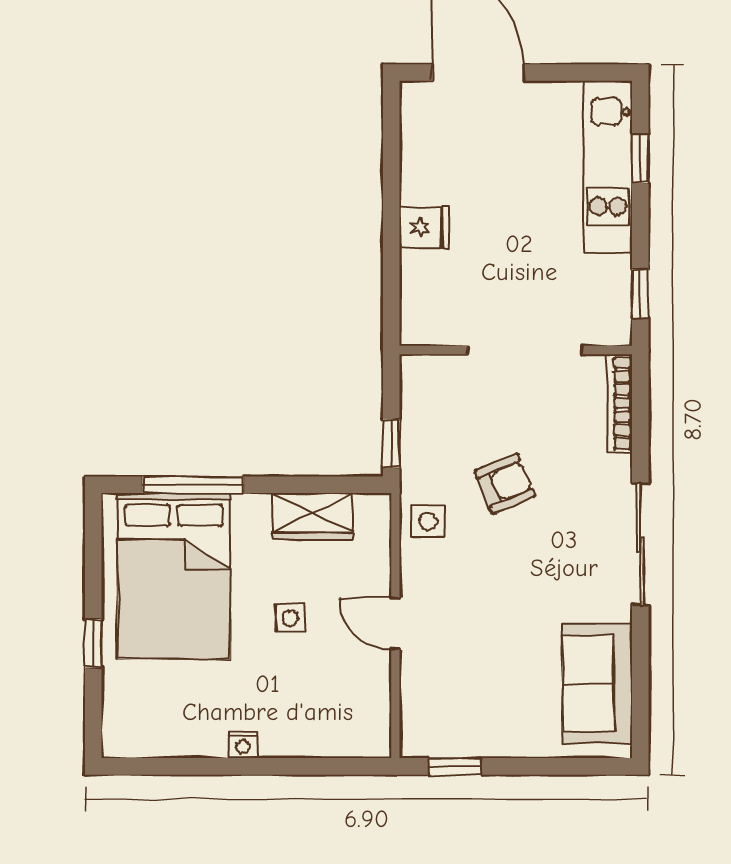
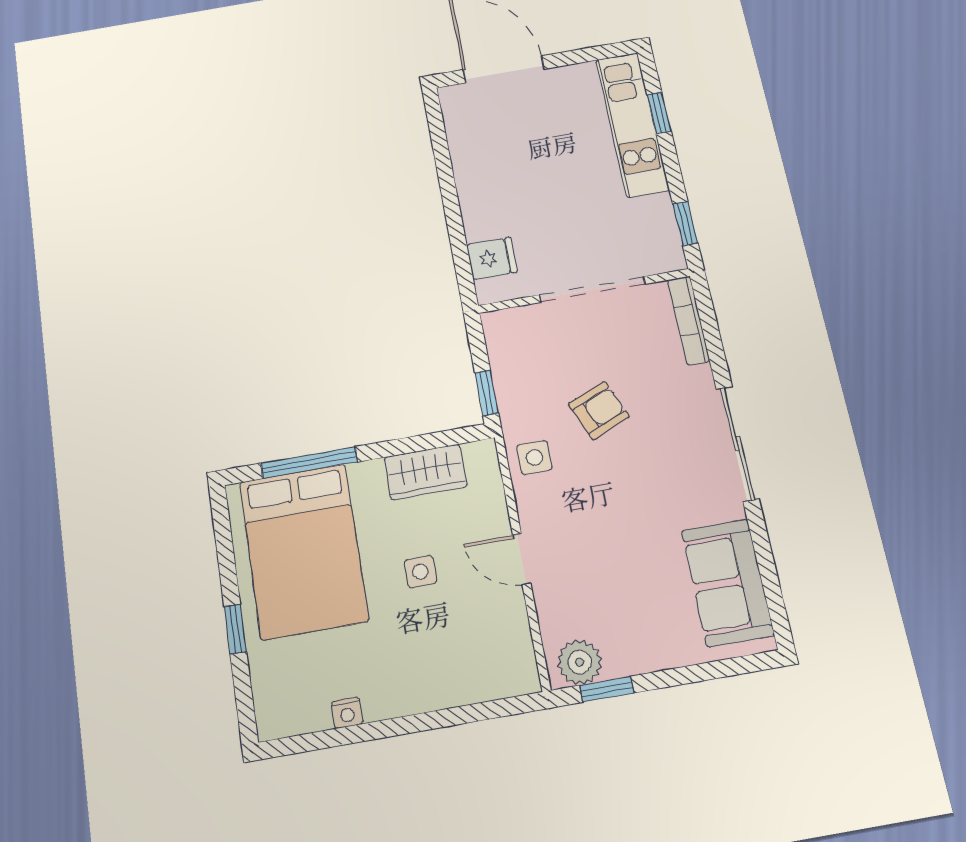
fridge: (424, 228) -> (492, 258), moved
plant: (433, 736) -> (580, 662), added
nightstand: (243, 745) -> (347, 713), moved

